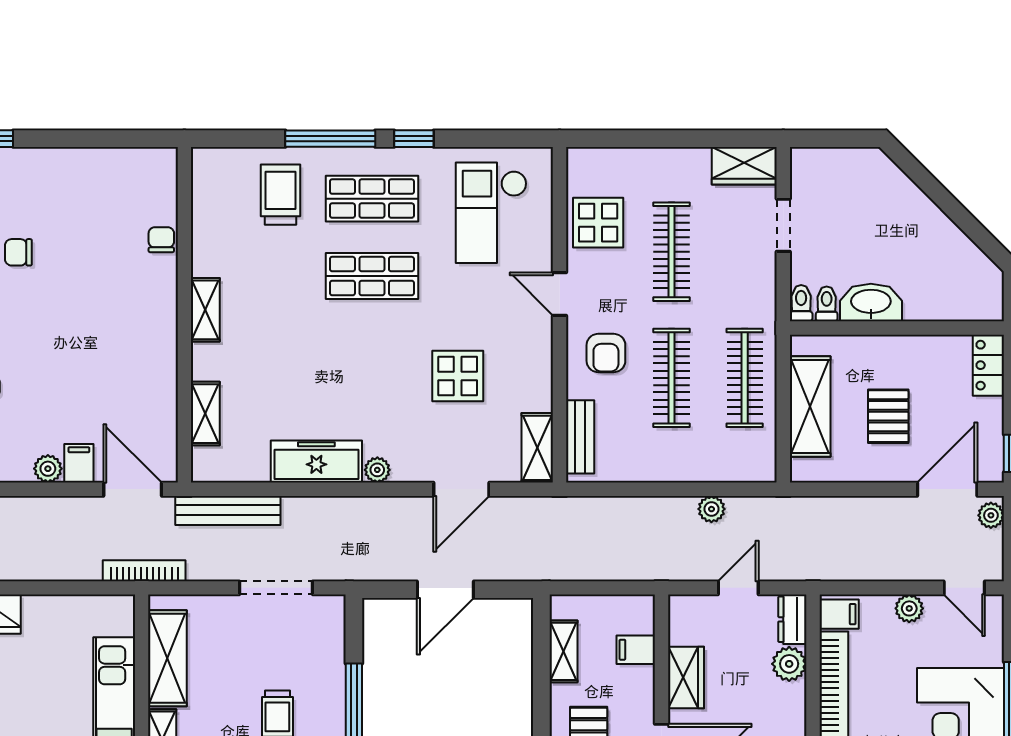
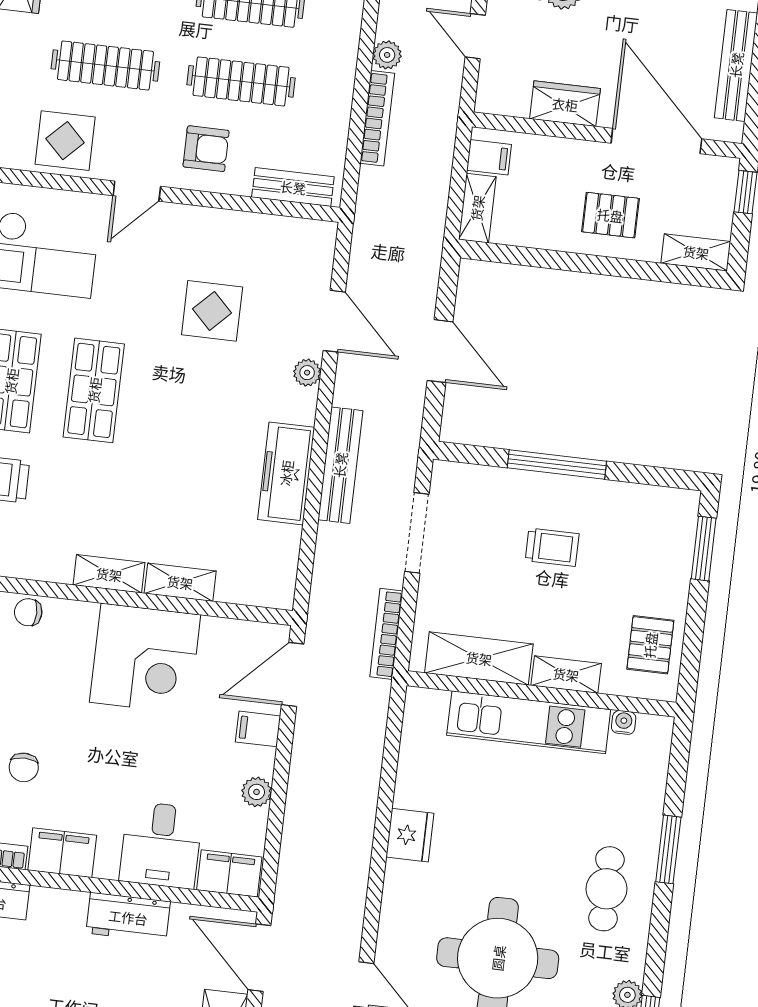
corner desk: (131, 352) -> (145, 658), added
shelving: (205, 414) -> (180, 582), moved
shelving: (537, 448) -> (299, 234), removed
plant: (48, 469) -> (257, 792), moved
plant: (377, 470) -> (307, 373), moved
bookcase: (652, 507) -> (377, 118), added
bench: (228, 510) -> (340, 465), moved
bookcase: (144, 571) -> (386, 634), moved
filing cabinet: (636, 650) -> (489, 157), moved, turned -90
shelving: (564, 651) -> (477, 208), moved, turned 90

